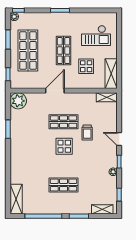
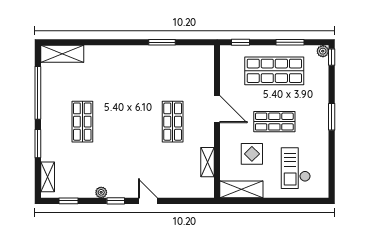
shelving: (107, 97) -> (207, 162), moved
plant: (18, 101) -> (202, 57), removed
trolley: (87, 133) -> (157, 155), removed
door: (119, 139) -> (148, 201), hinge flipped
display table: (64, 146) -> (138, 122), removed

